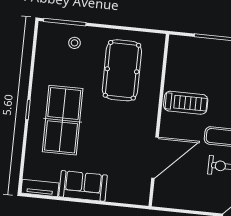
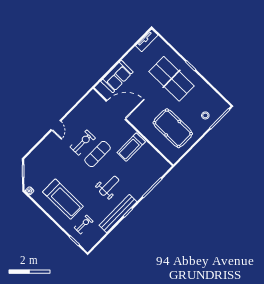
door: (155, 158) -> (116, 110), swing flipped
sofa: (83, 186) -> (117, 77), moved

